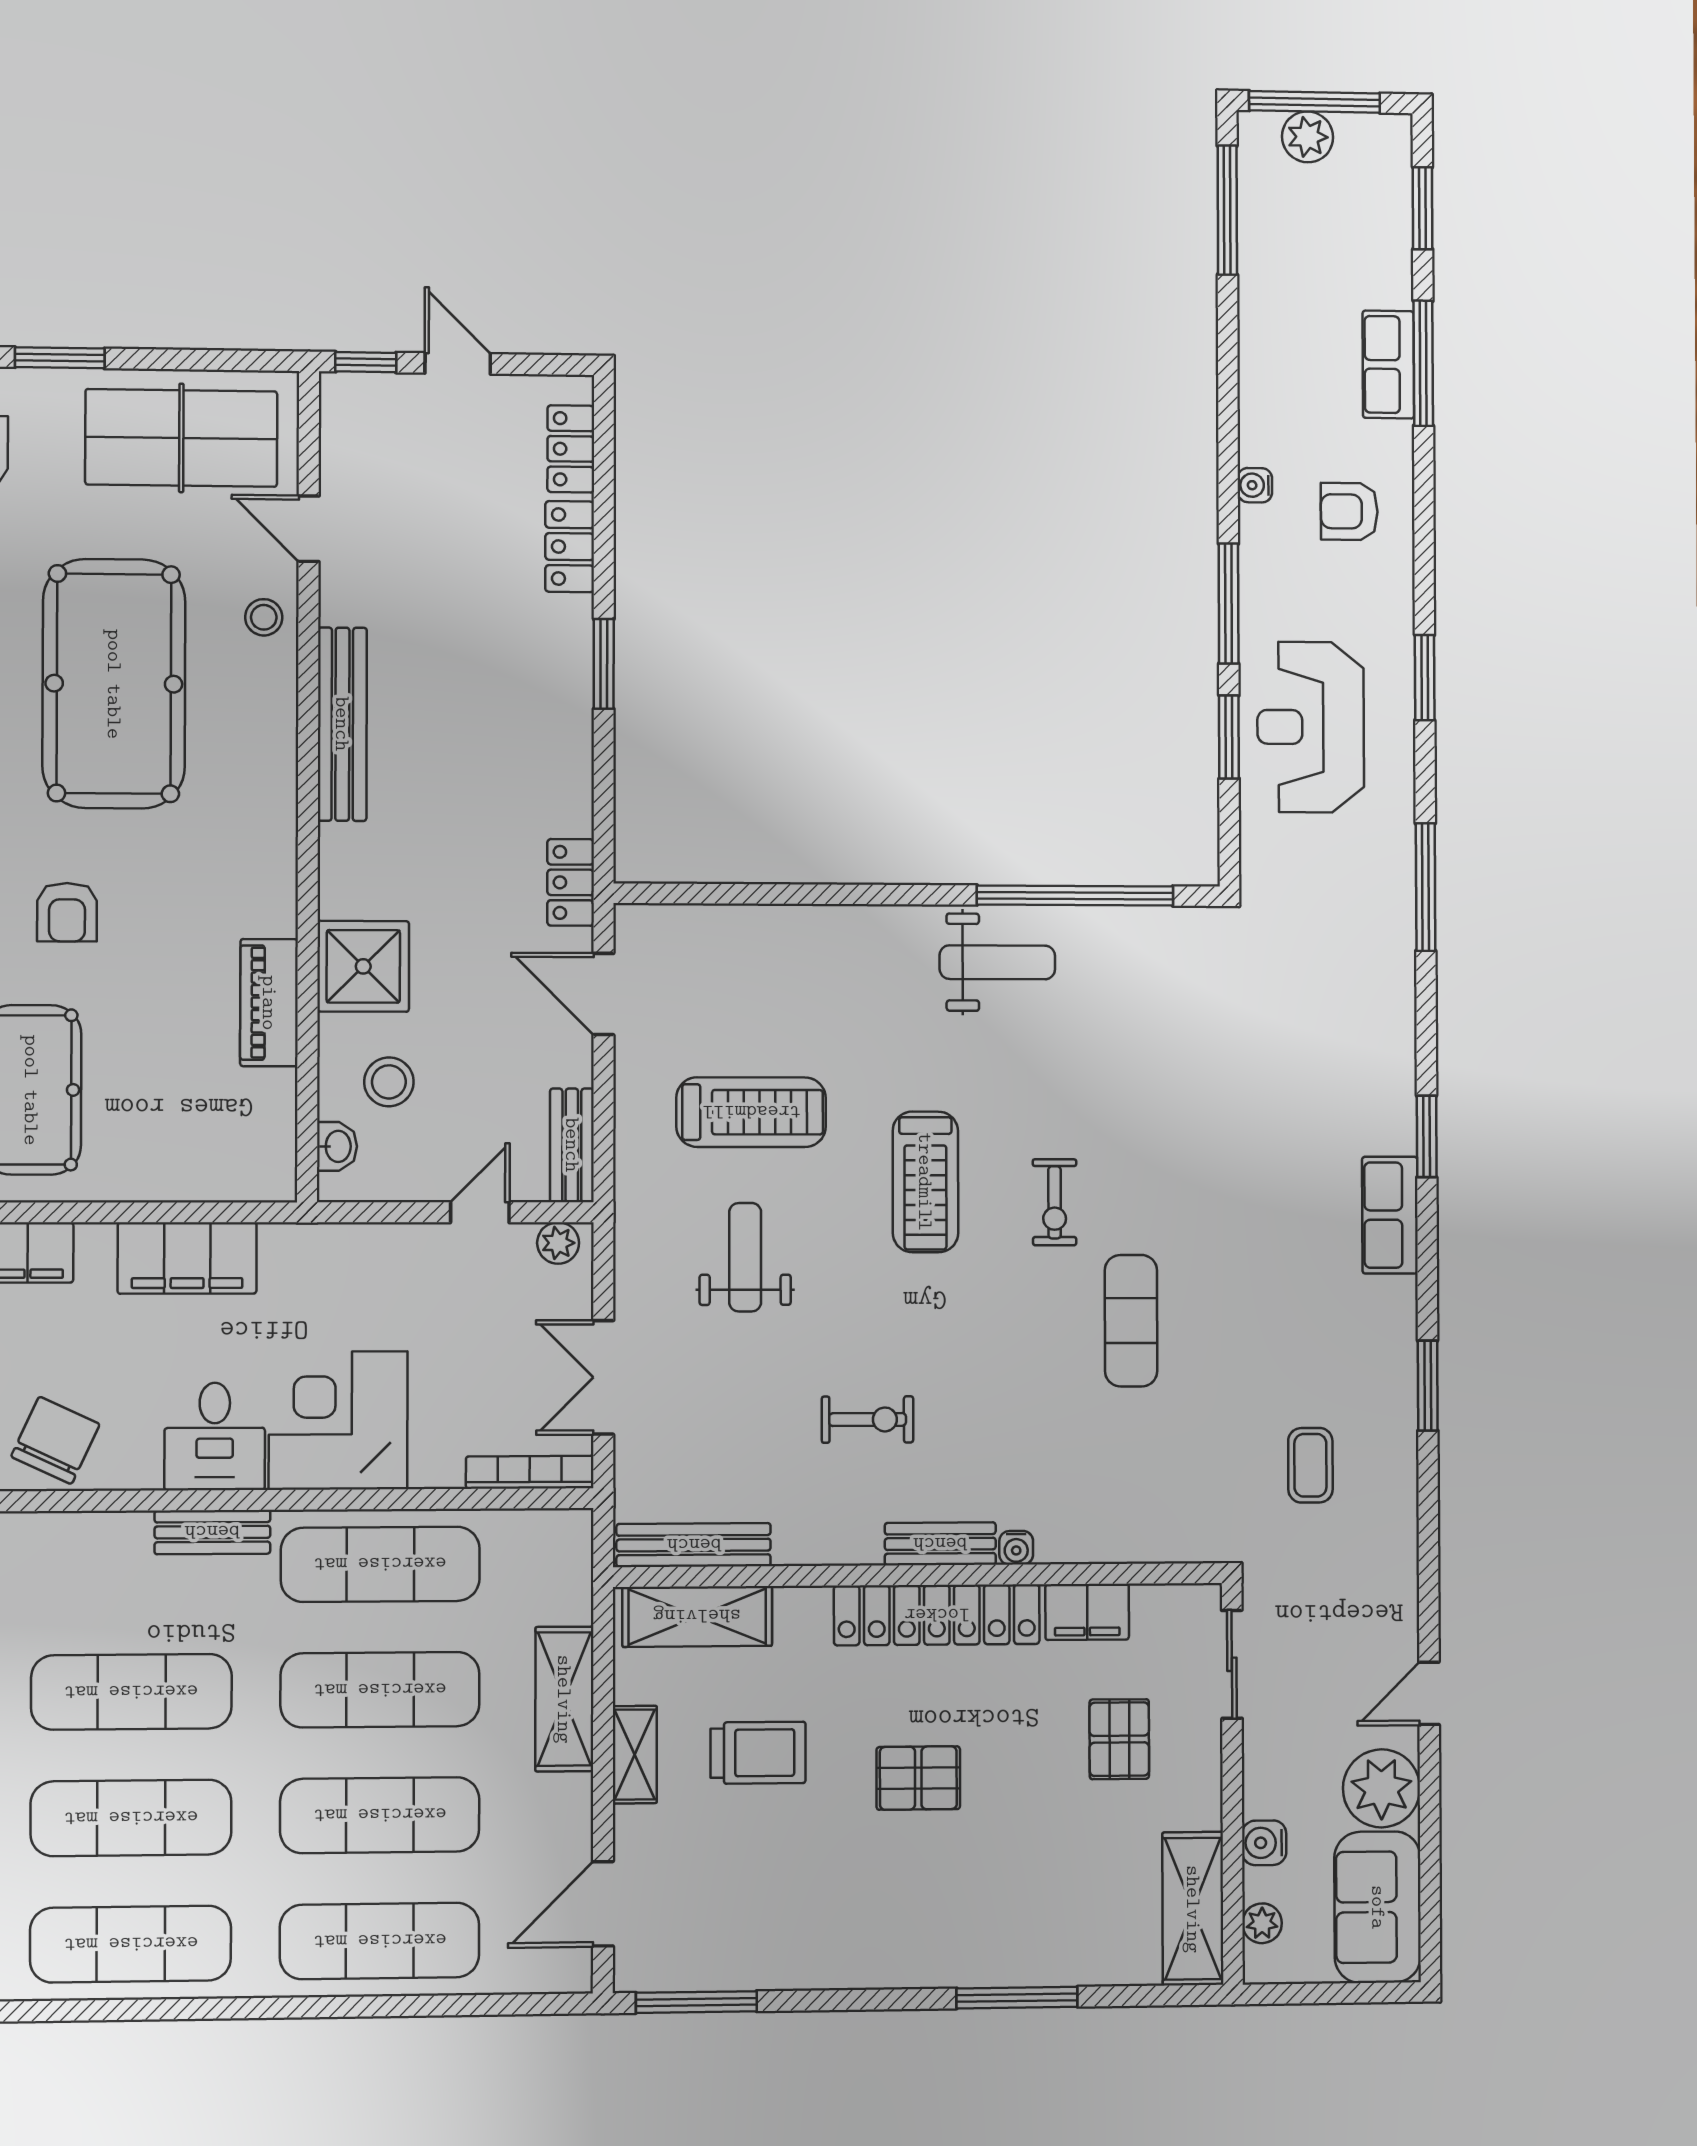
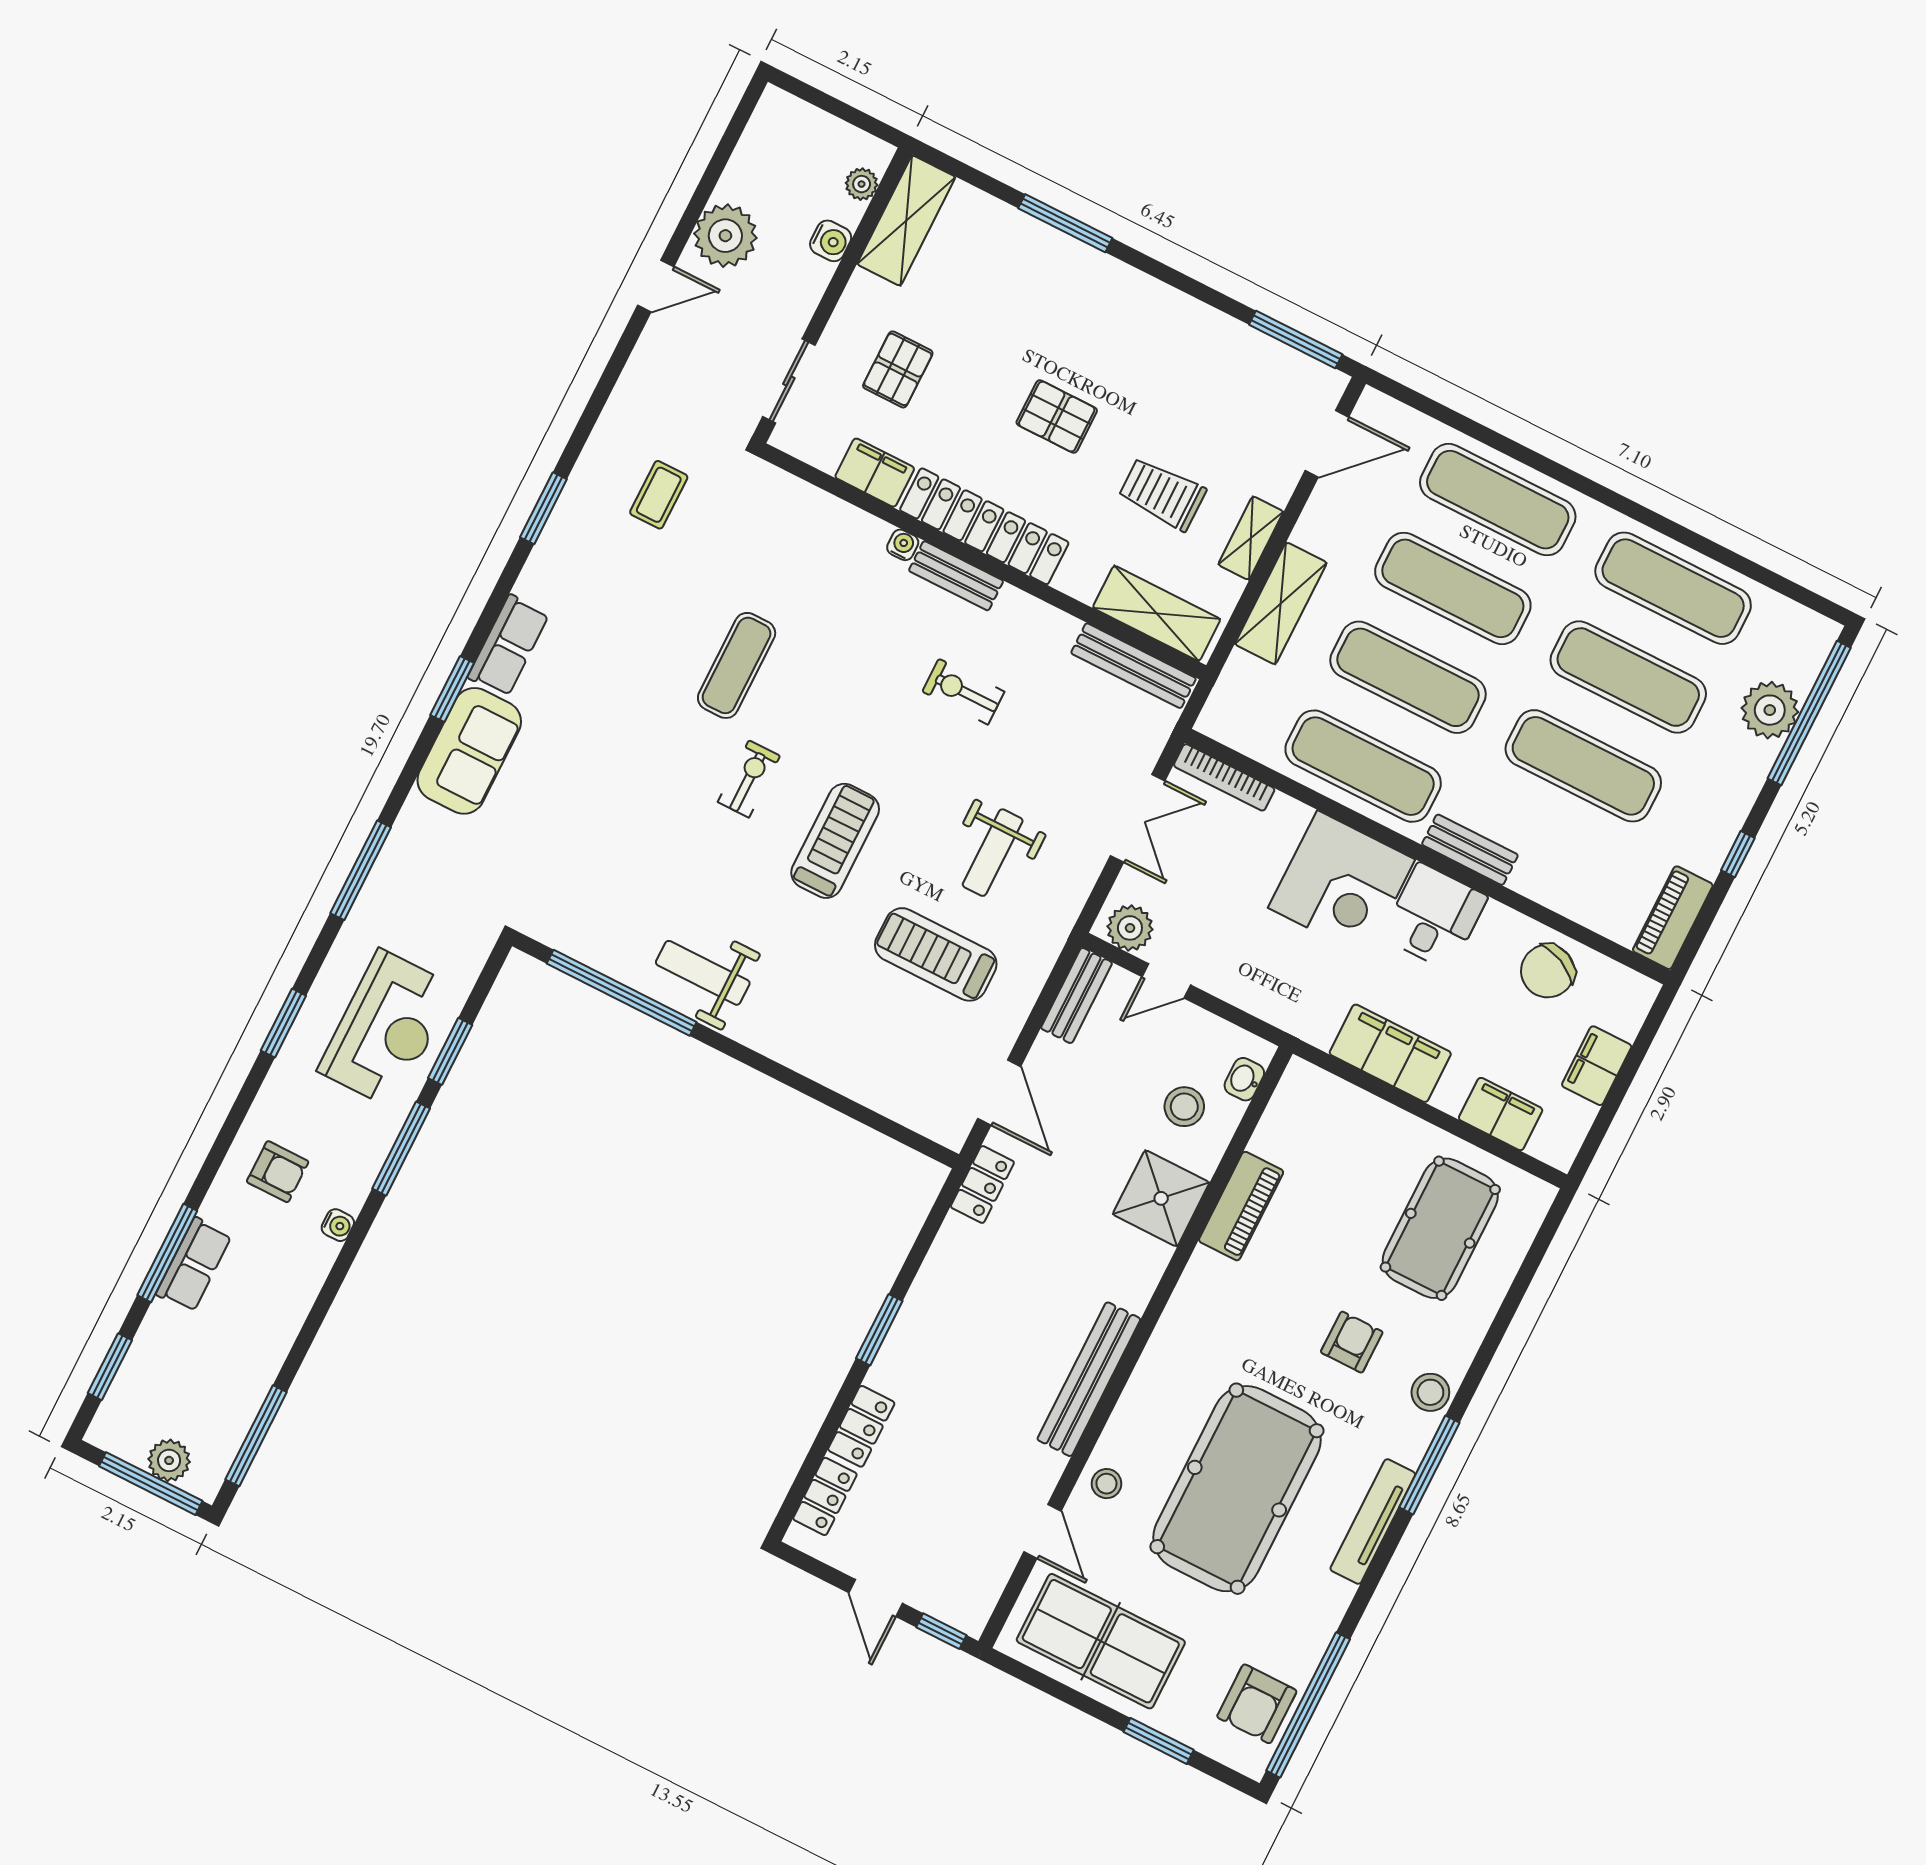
plant: (558, 1243) -> (1130, 928), width x1.38, depth x1.38
sofa: (1378, 1907) -> (469, 751), moved

